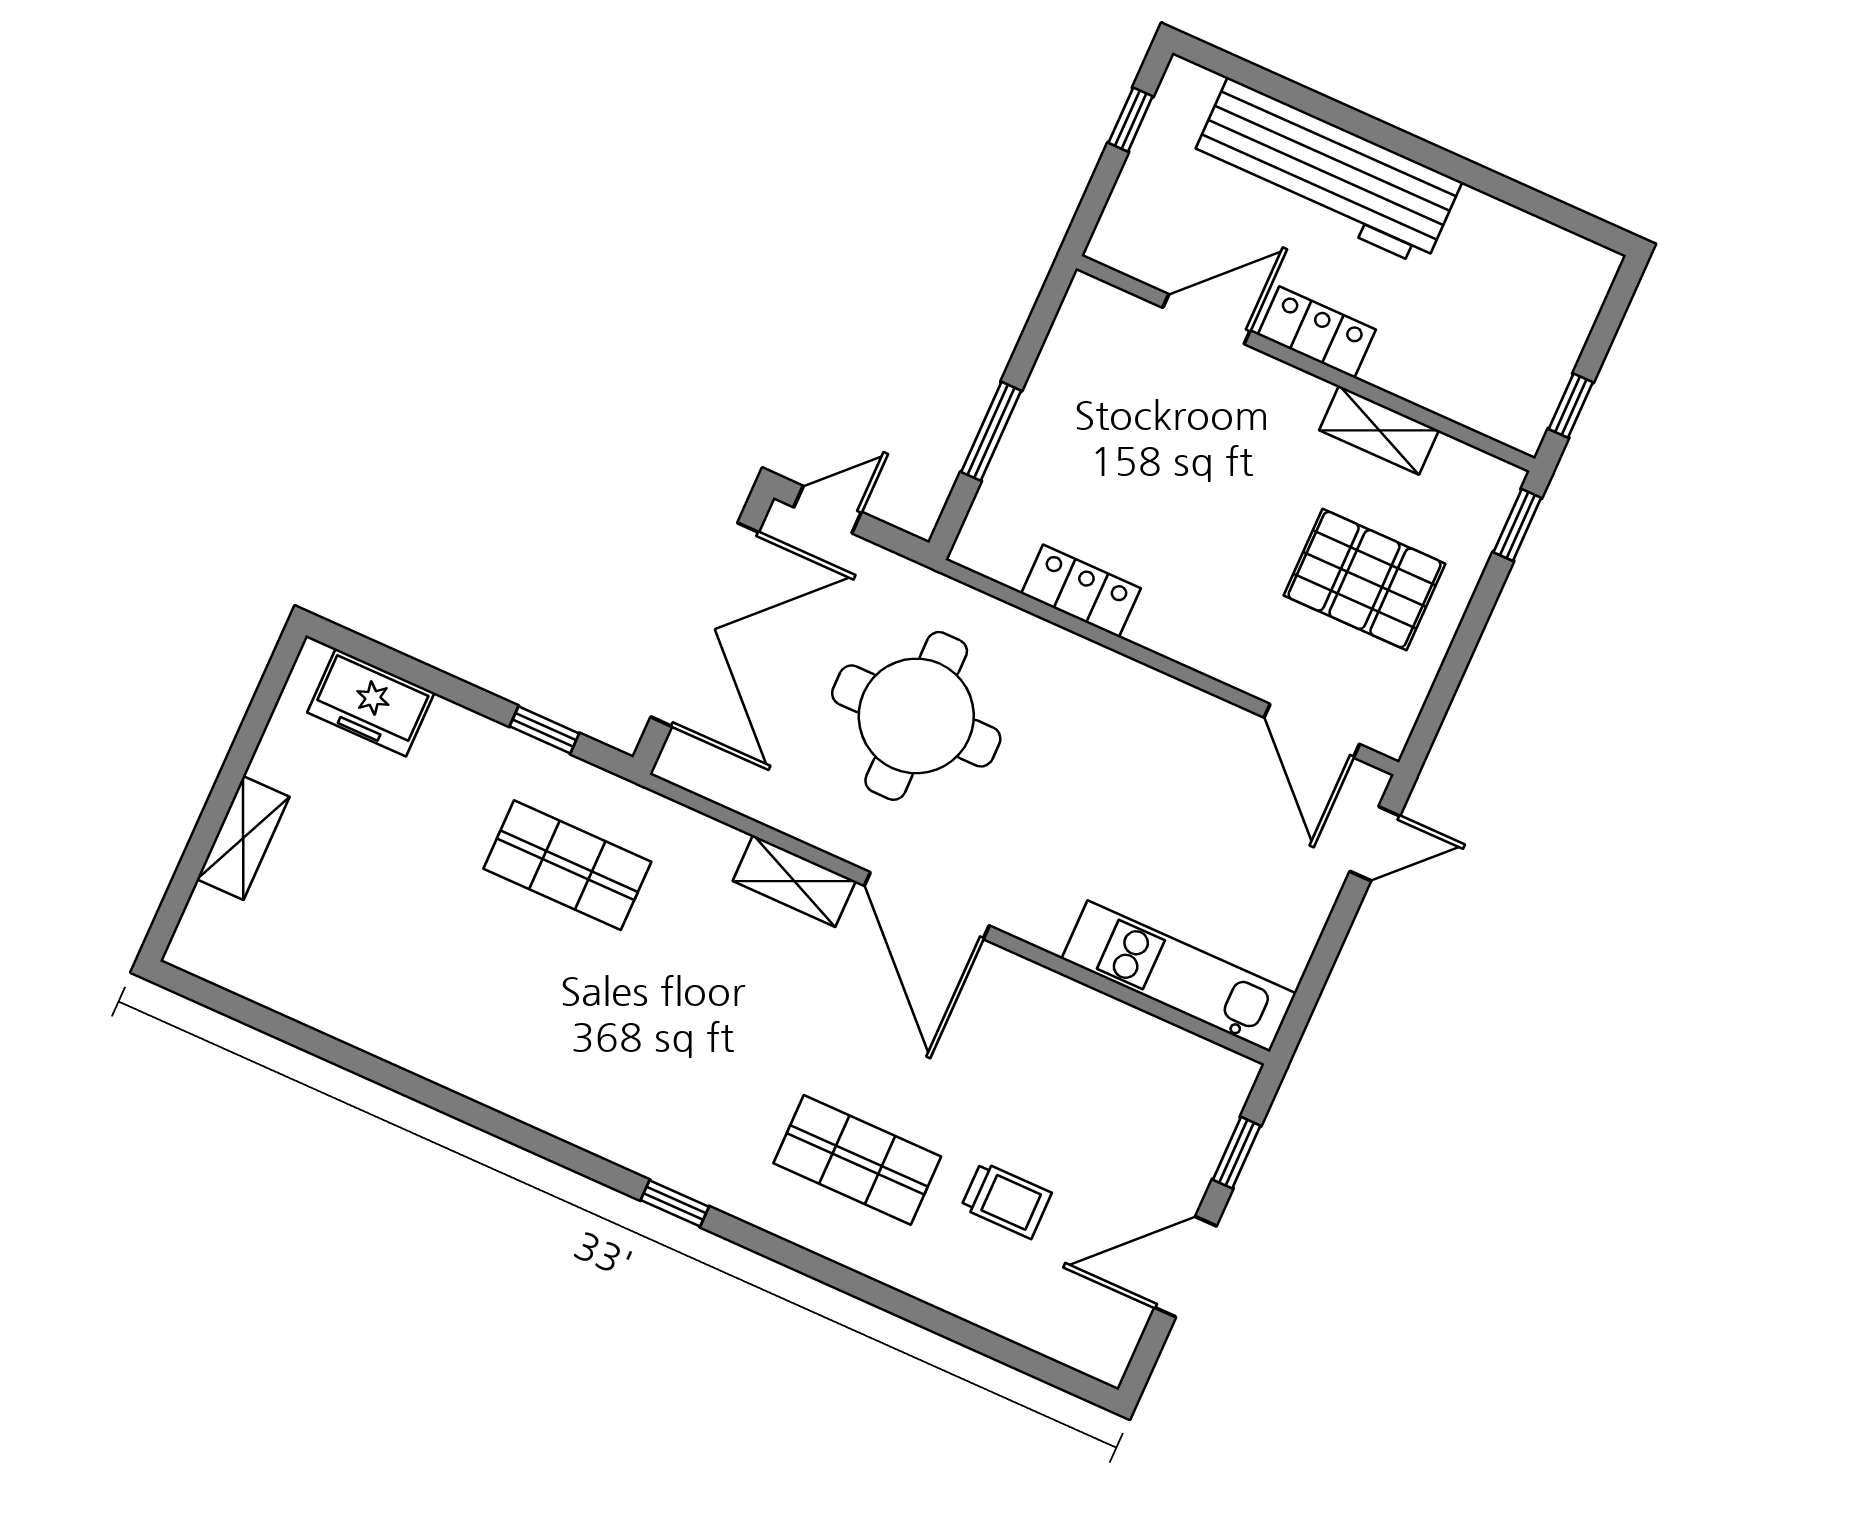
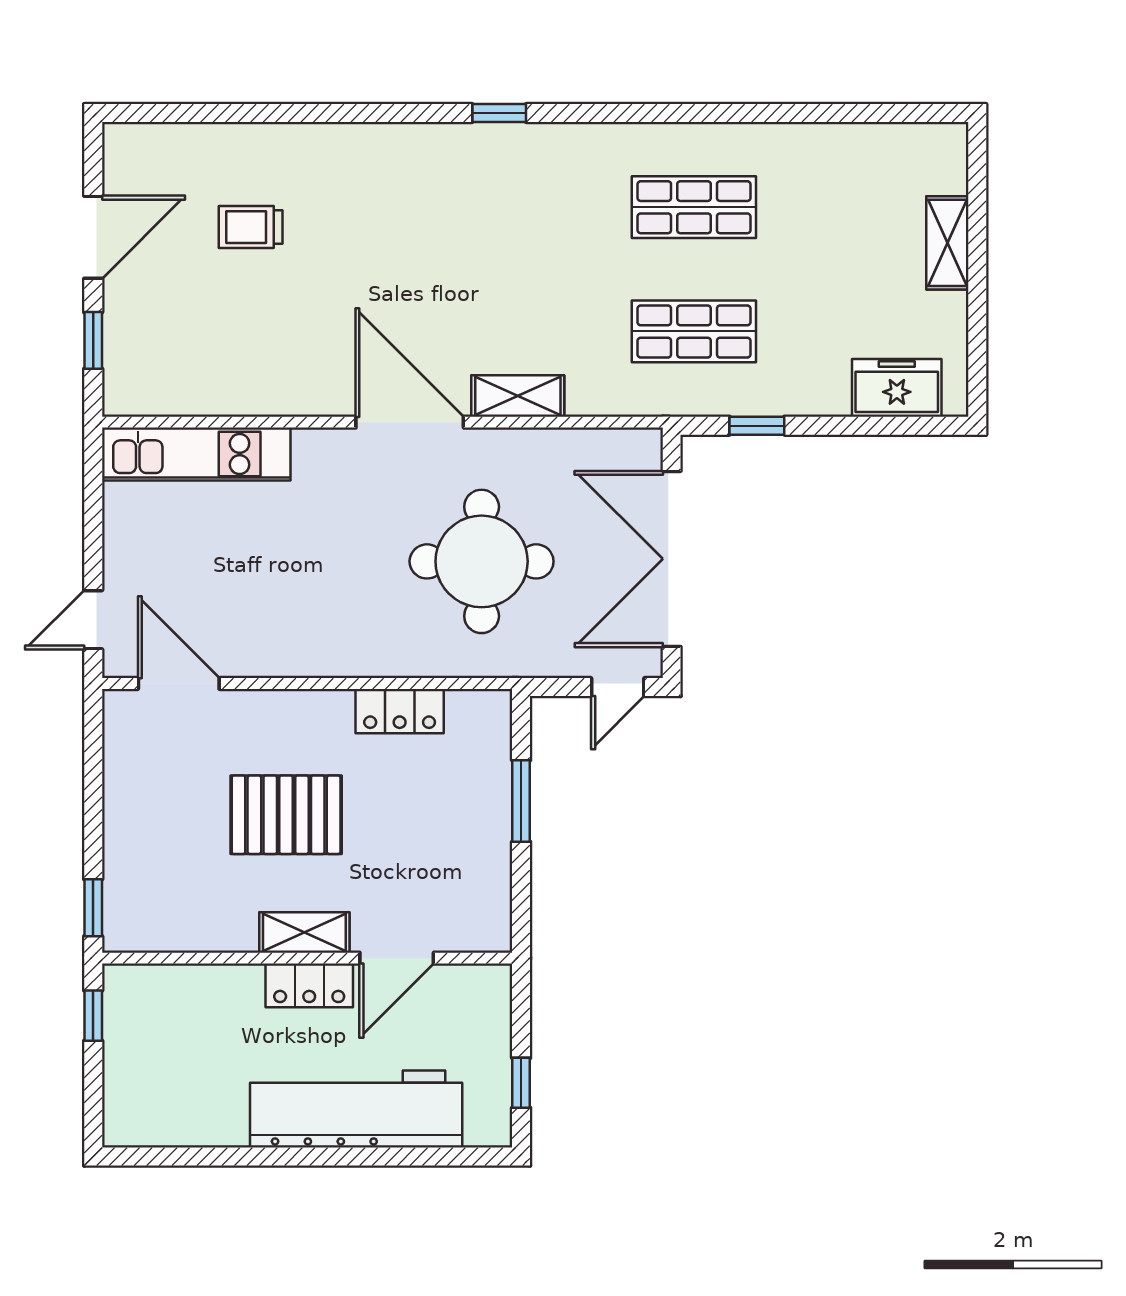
shelving: (1379, 430) -> (304, 933), moved
pallet: (1365, 580) -> (286, 815), moved
shop shelf: (857, 1160) -> (694, 207), moved

